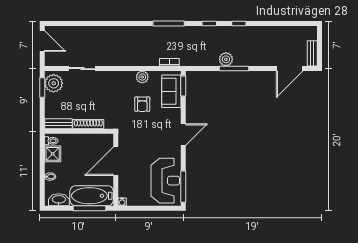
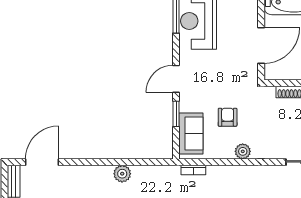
window: (234, 69) -> (112, 162), removed
plant: (142, 77) -> (243, 151), moved
window: (183, 86) -> (176, 114), moved

